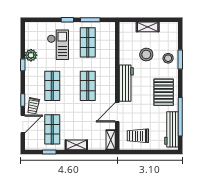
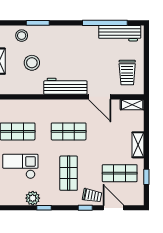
stool: (168, 58) -> (22, 36), moved
shop shelf: (52, 86) -> (69, 173), turned 90
pallet: (164, 92) -> (76, 42), removed

